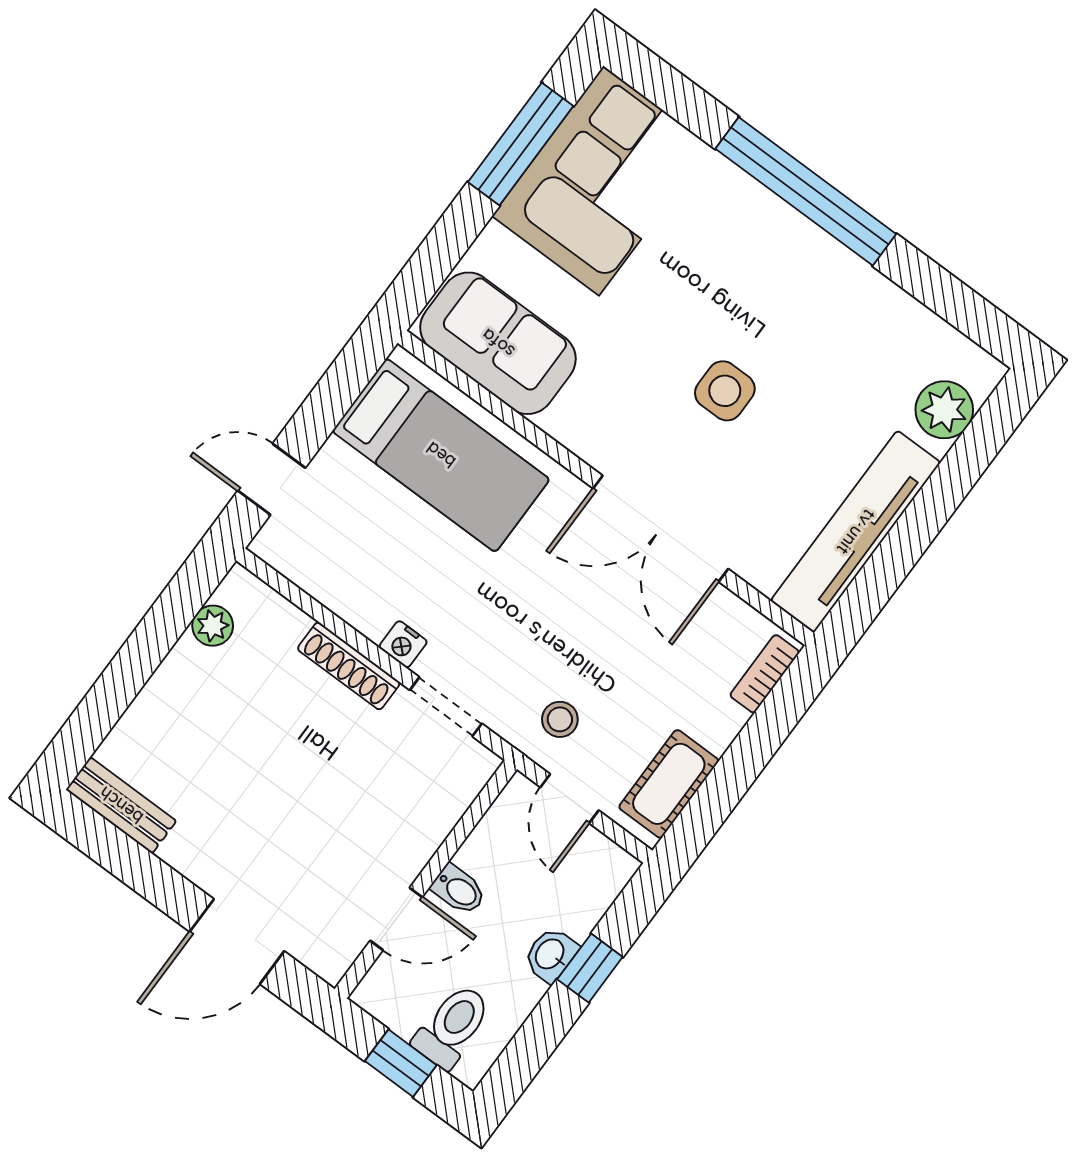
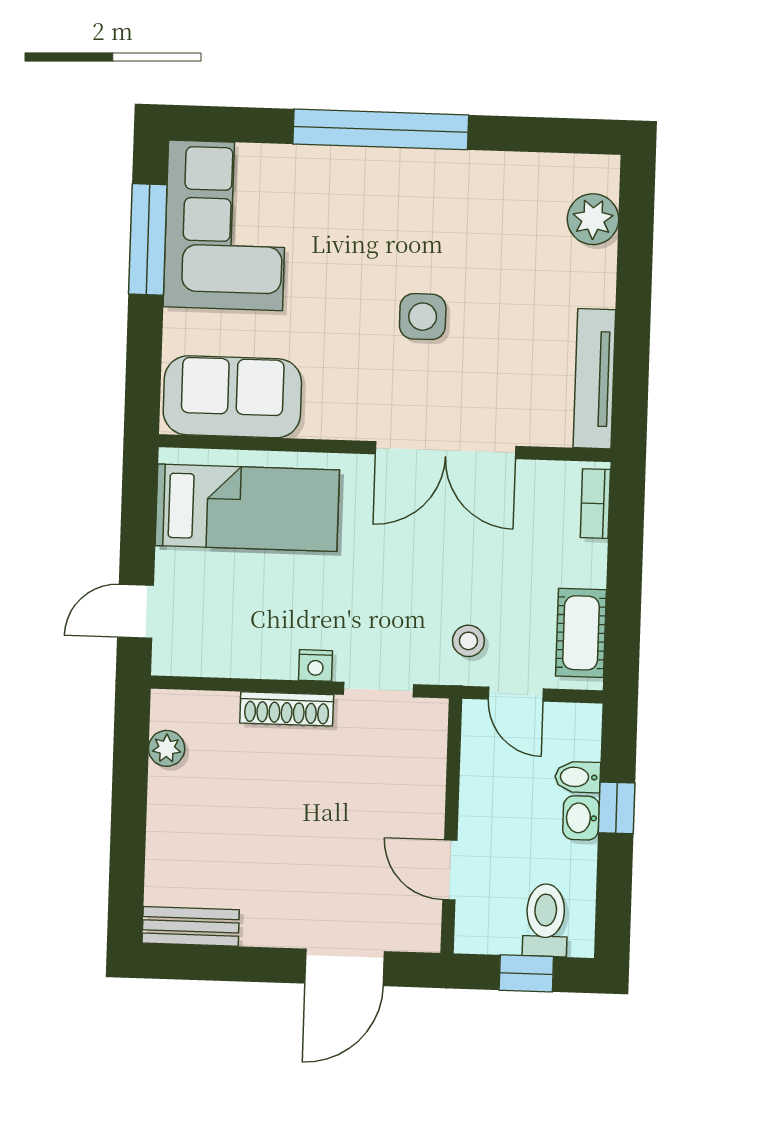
tv unit: (856, 532) -> (594, 379), width x0.73, depth x0.78
bidet: (459, 890) -> (578, 777), moved, turned 180
door: (396, 919) -> (450, 870), swing flipped

